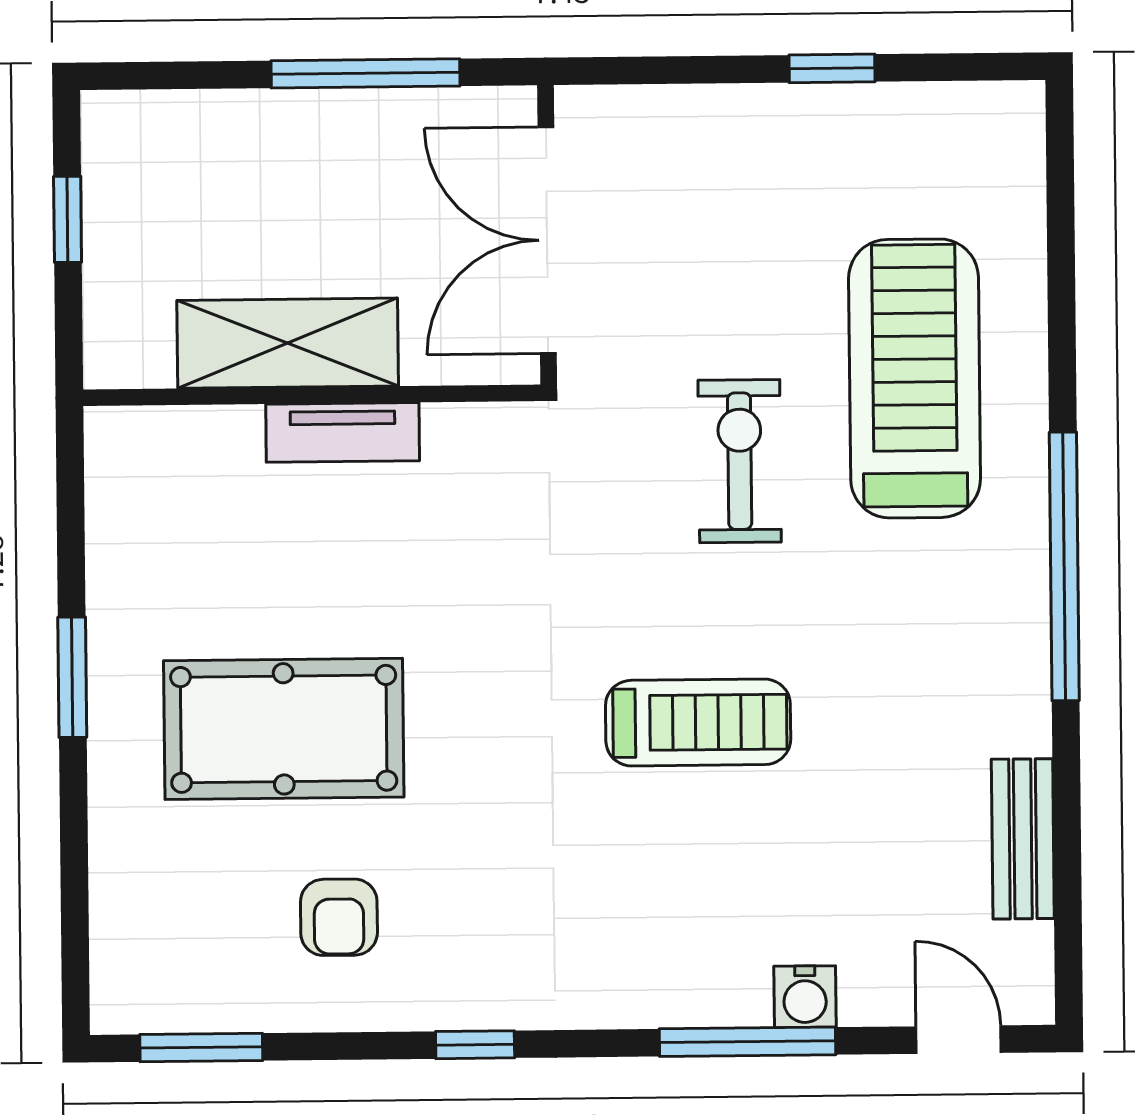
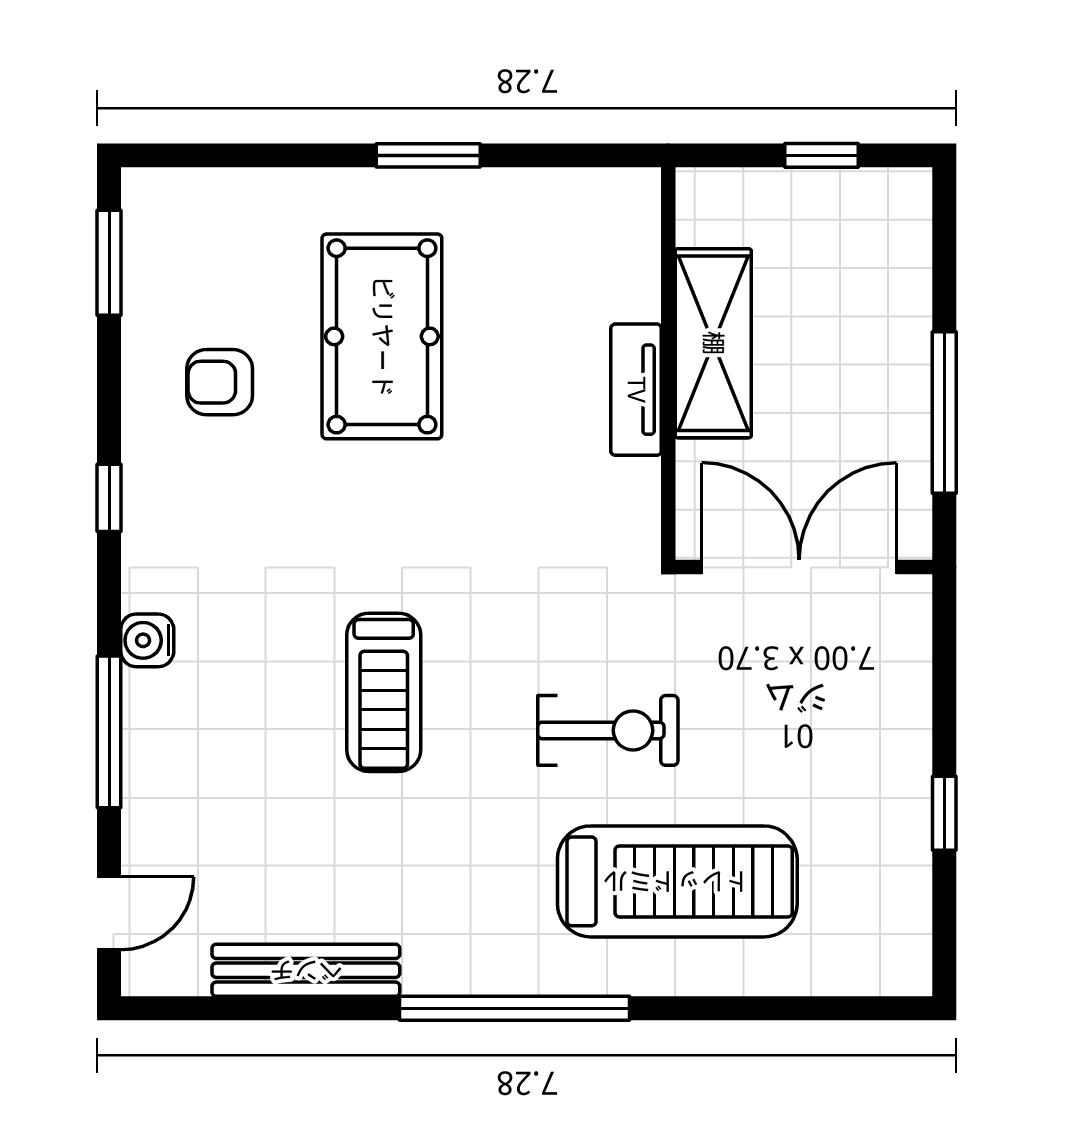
bench: (1023, 839) -> (306, 970), width x1.36
water cooler: (805, 997) -> (147, 640), moved

